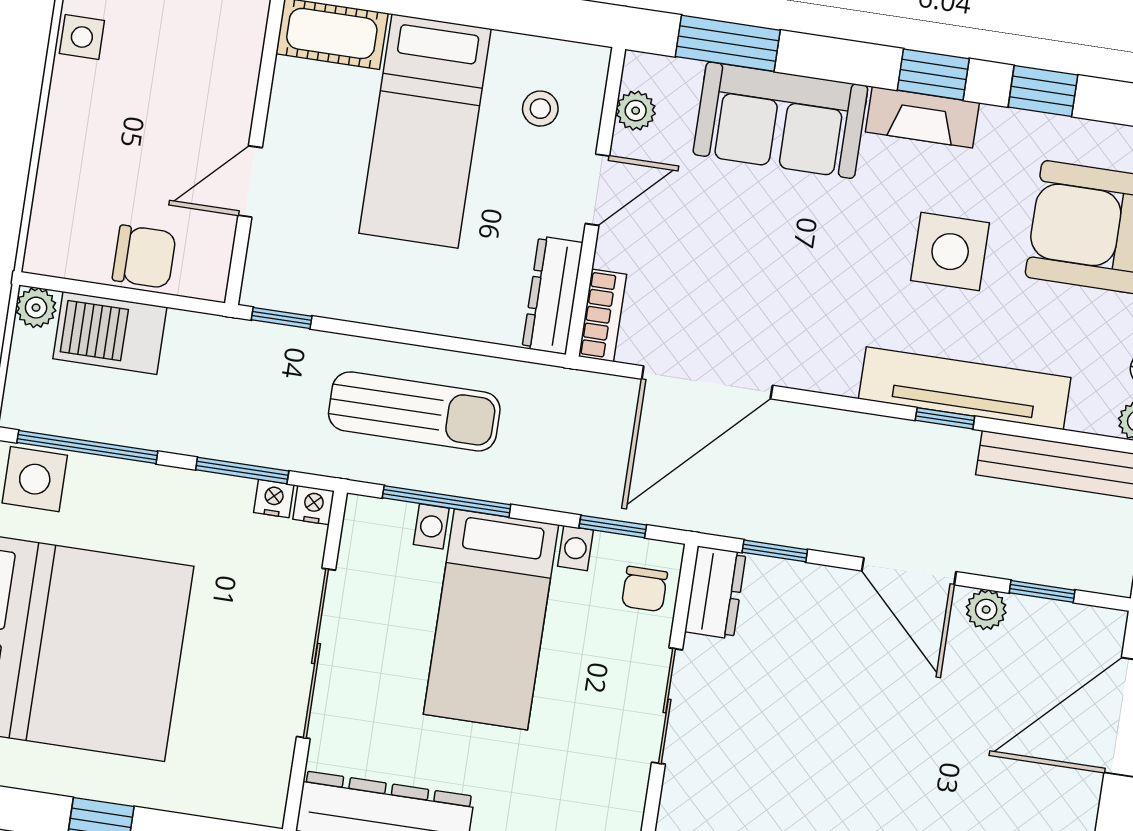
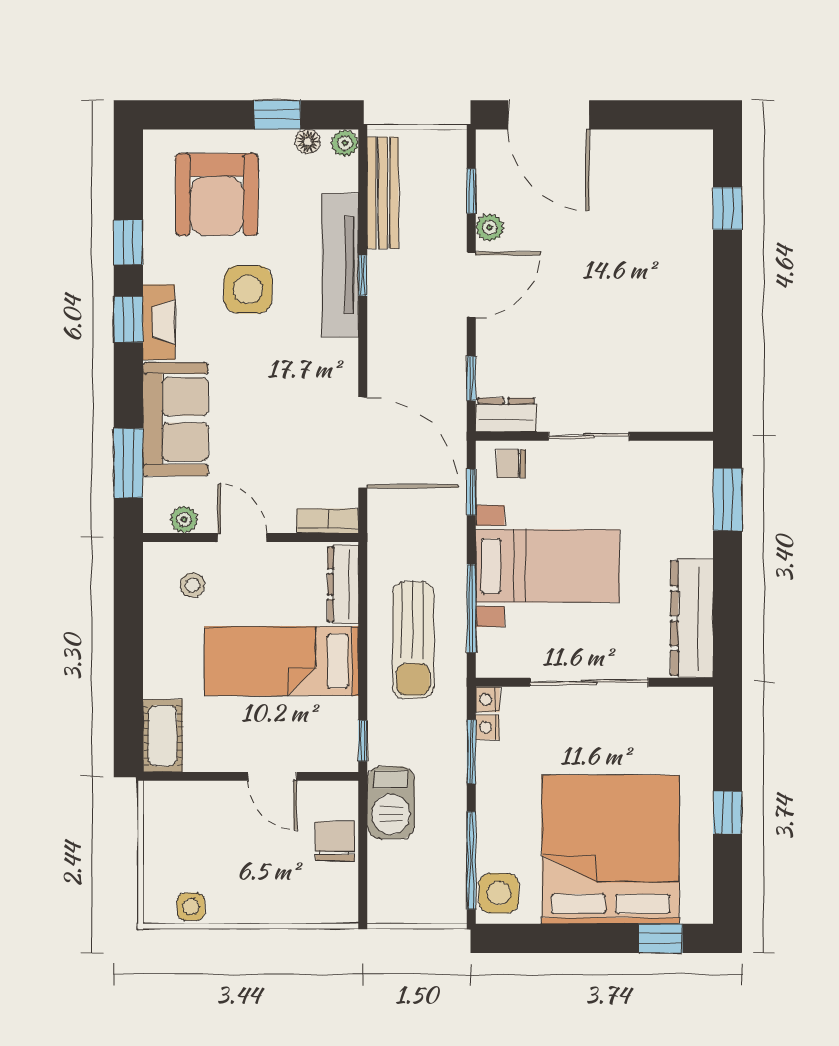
bed: (425, 131) -> (281, 661), moved, turned 180
dresser: (553, 295) -> (343, 584), moved, turned 90
plant: (36, 308) -> (381, 910), removed
barbecue: (110, 333) -> (391, 803), moved
sun lounger: (414, 411) -> (413, 640), turned 180
chair: (645, 589) -> (511, 464), turned 180

